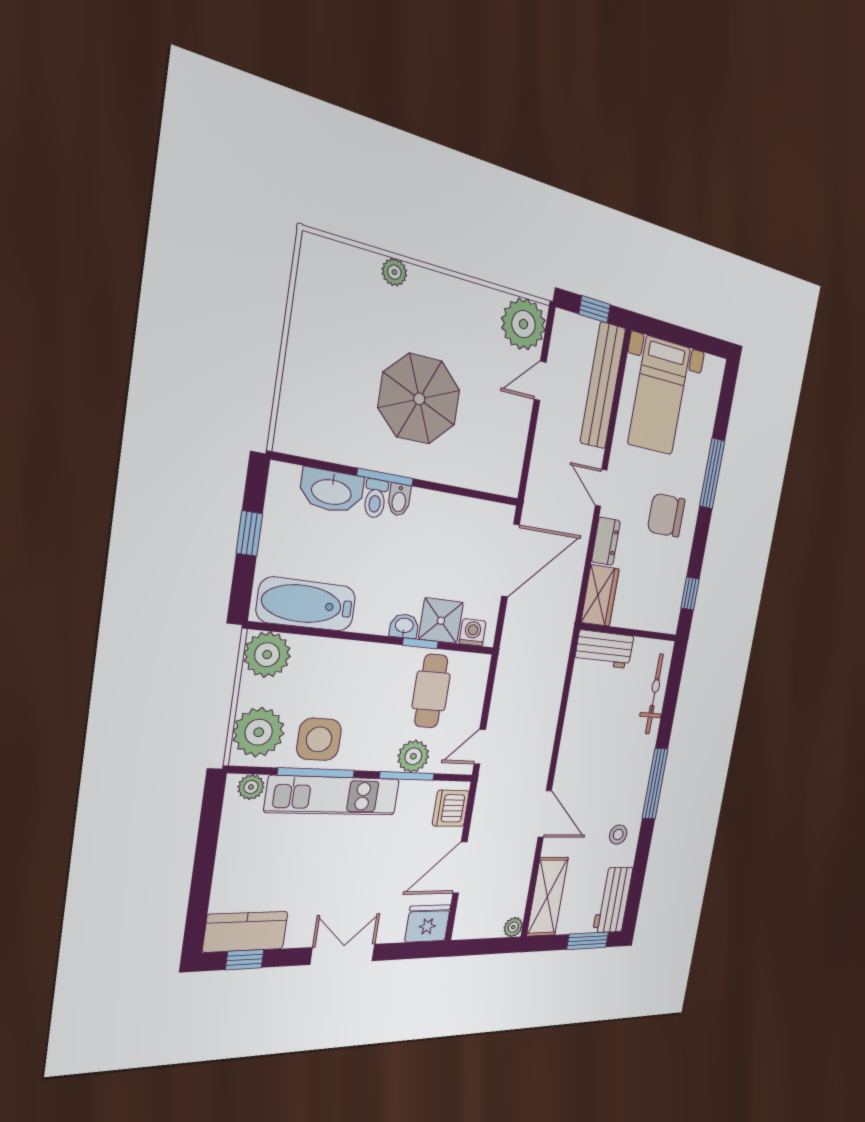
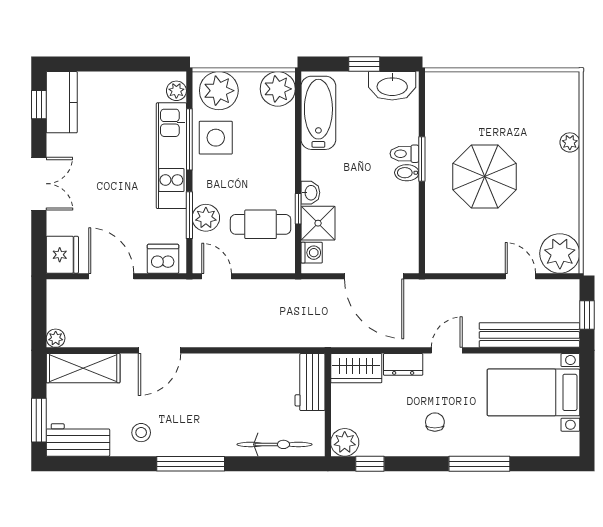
washbasin: (332, 491) -> (392, 86), moved, turned -90
chair: (666, 515) -> (435, 422), width x0.54, depth x0.54
plant: (666, 618) -> (345, 442), added

